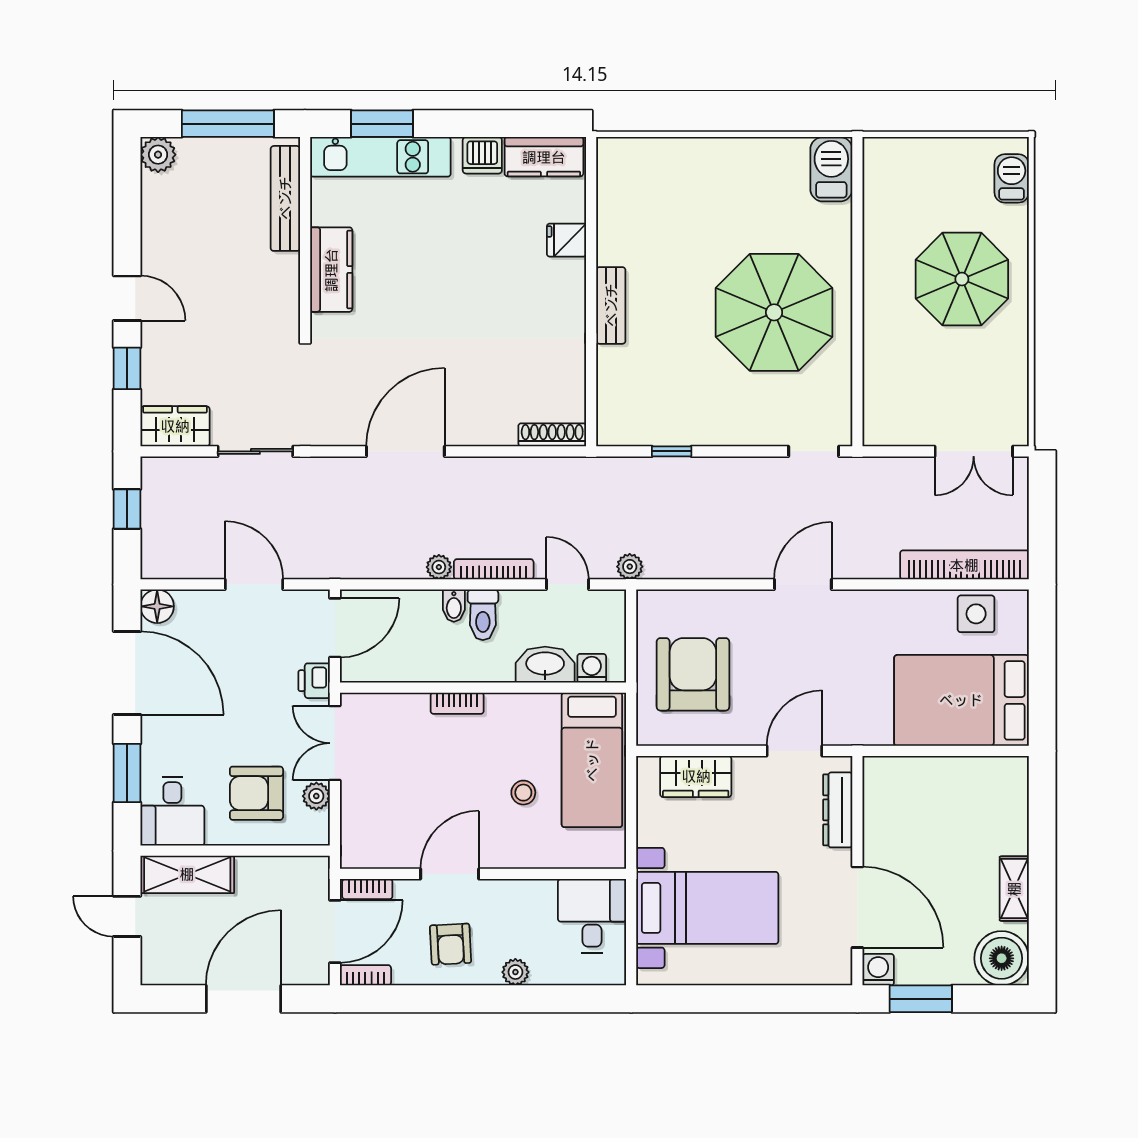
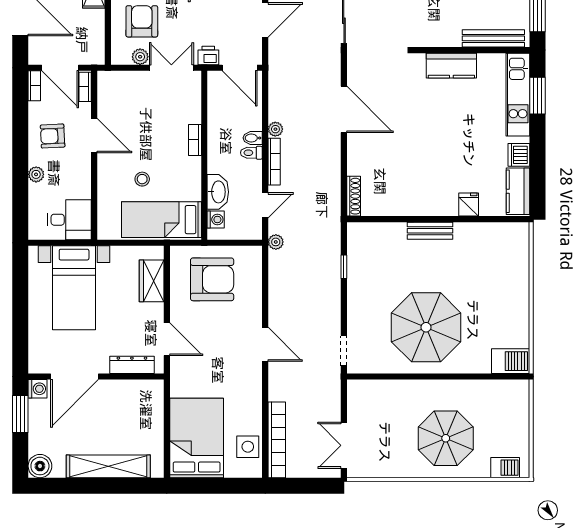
toilet: (483, 615) -> (251, 153), width x0.73, depth x0.72
shelving: (1014, 889) -> (108, 466), width x2.20, depth x1.33
boiler: (1002, 958) -> (40, 466), width x0.73, depth x0.73

